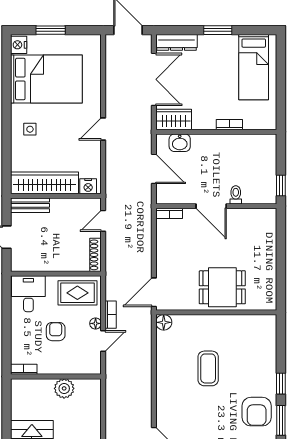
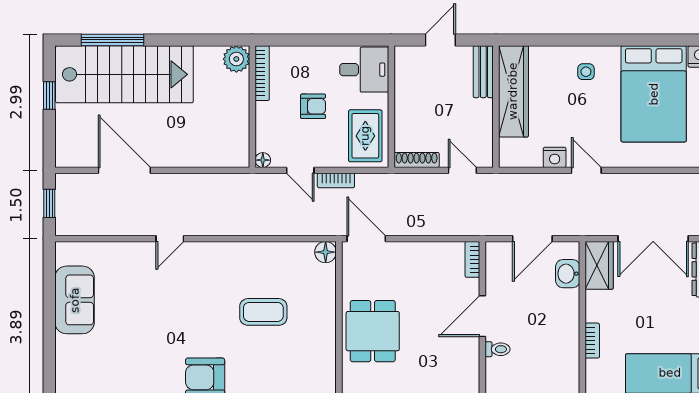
nightstand: (88, 186) -> (555, 157), moved, turned -90
floor lamp: (96, 323) -> (263, 160), moved
bookcase: (24, 369) -> (262, 73), width x1.56
plant: (64, 388) -> (236, 59), moved

